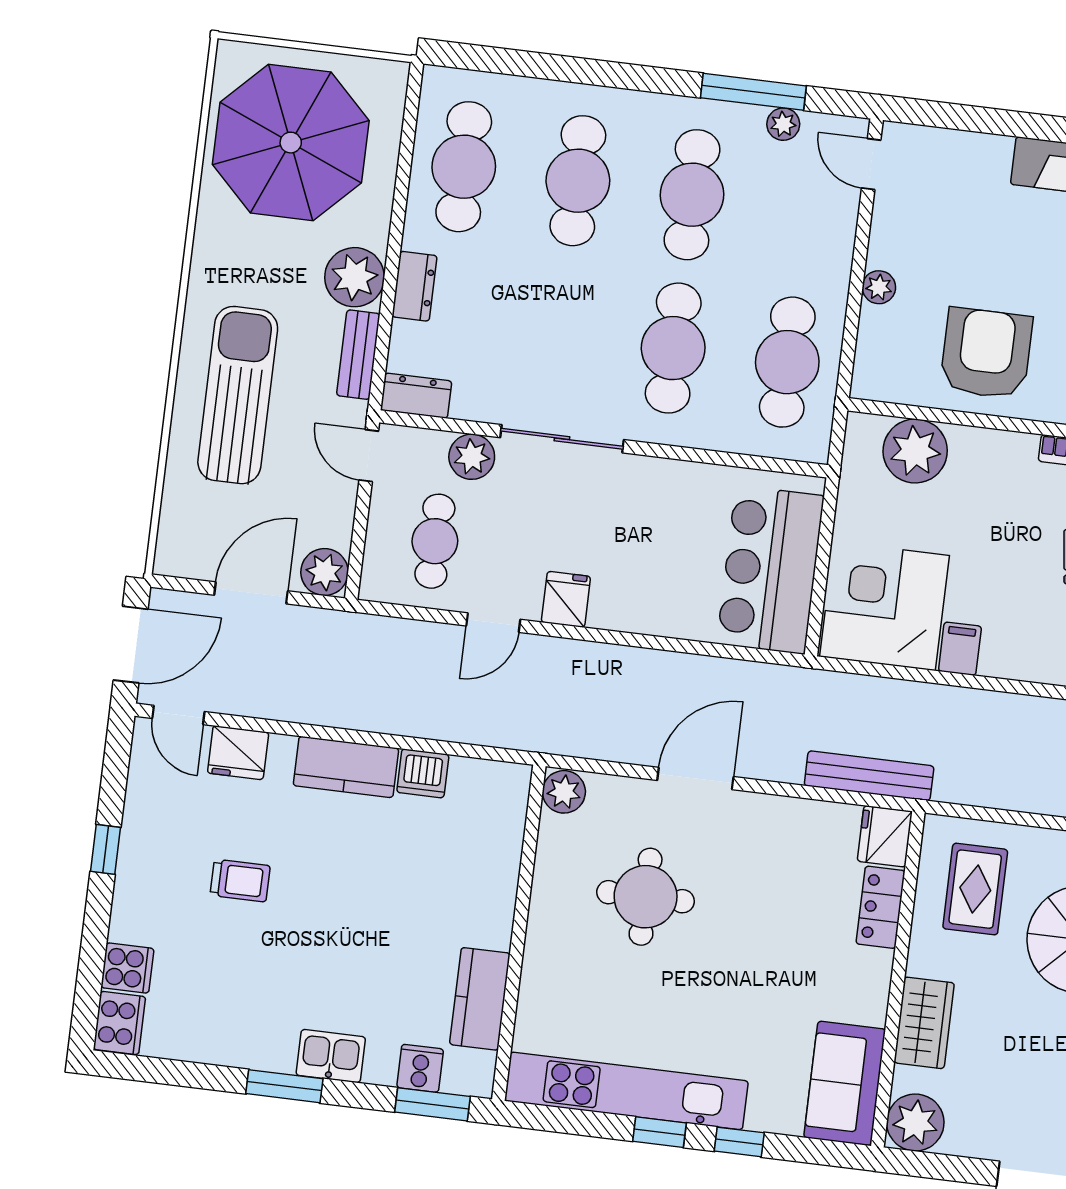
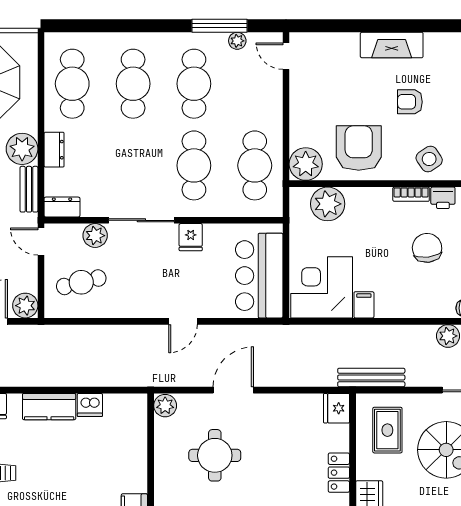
plant: (879, 287) -> (306, 164), moved, width x1.87, depth x1.87
cafe table: (435, 541) -> (81, 282), turned 76
fridge: (566, 599) -> (191, 237), moved, turned 180
door: (493, 623) -> (183, 321), moved
bench: (869, 776) -> (371, 377), moved
locker: (881, 907) -> (339, 473), moved

